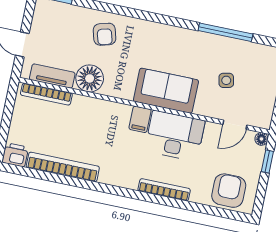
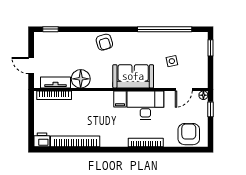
window: (225, 32) -> (165, 29), width x1.46
armchair: (105, 34) -> (104, 42), moved

